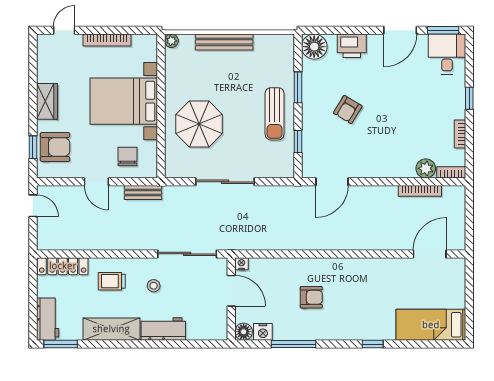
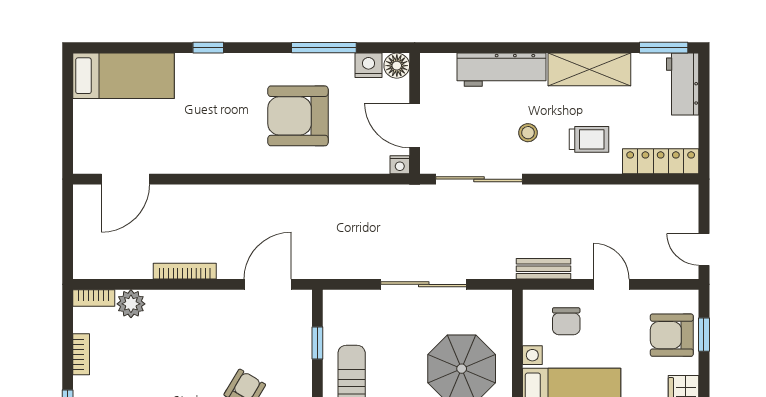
bookcase: (420, 191) -> (185, 271), moved
armchair: (311, 297) -> (298, 116), width x1.88, depth x1.88
workbench: (163, 329) -> (502, 70), width x1.38

